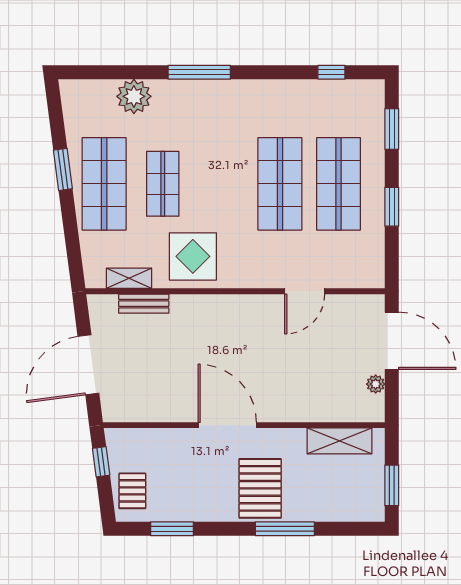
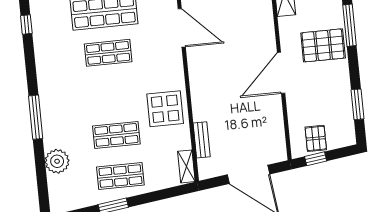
shop shelf: (104, 184) -> (120, 176), width x0.70, depth x0.74
shop shelf: (280, 184) -> (108, 53), width x0.70, depth x0.74
shelving: (129, 278) -> (186, 166), moved
door: (305, 291) -> (182, 28), width x1.36
pallet: (132, 491) -> (316, 138), moved, turned 90

